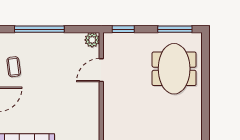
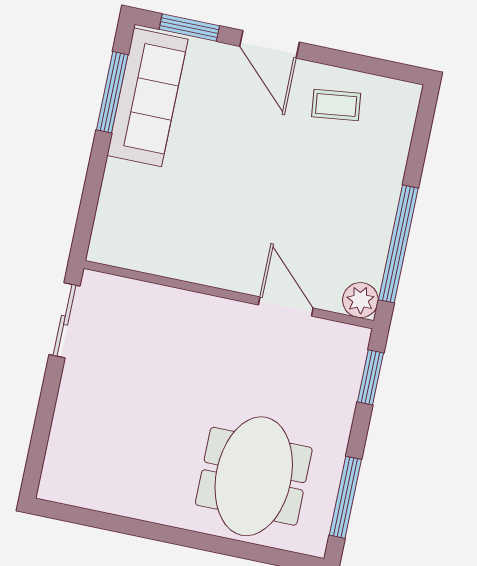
window: (39, 29) -> (398, 244), moved
meeting table: (174, 69) -> (254, 476), turned 90

